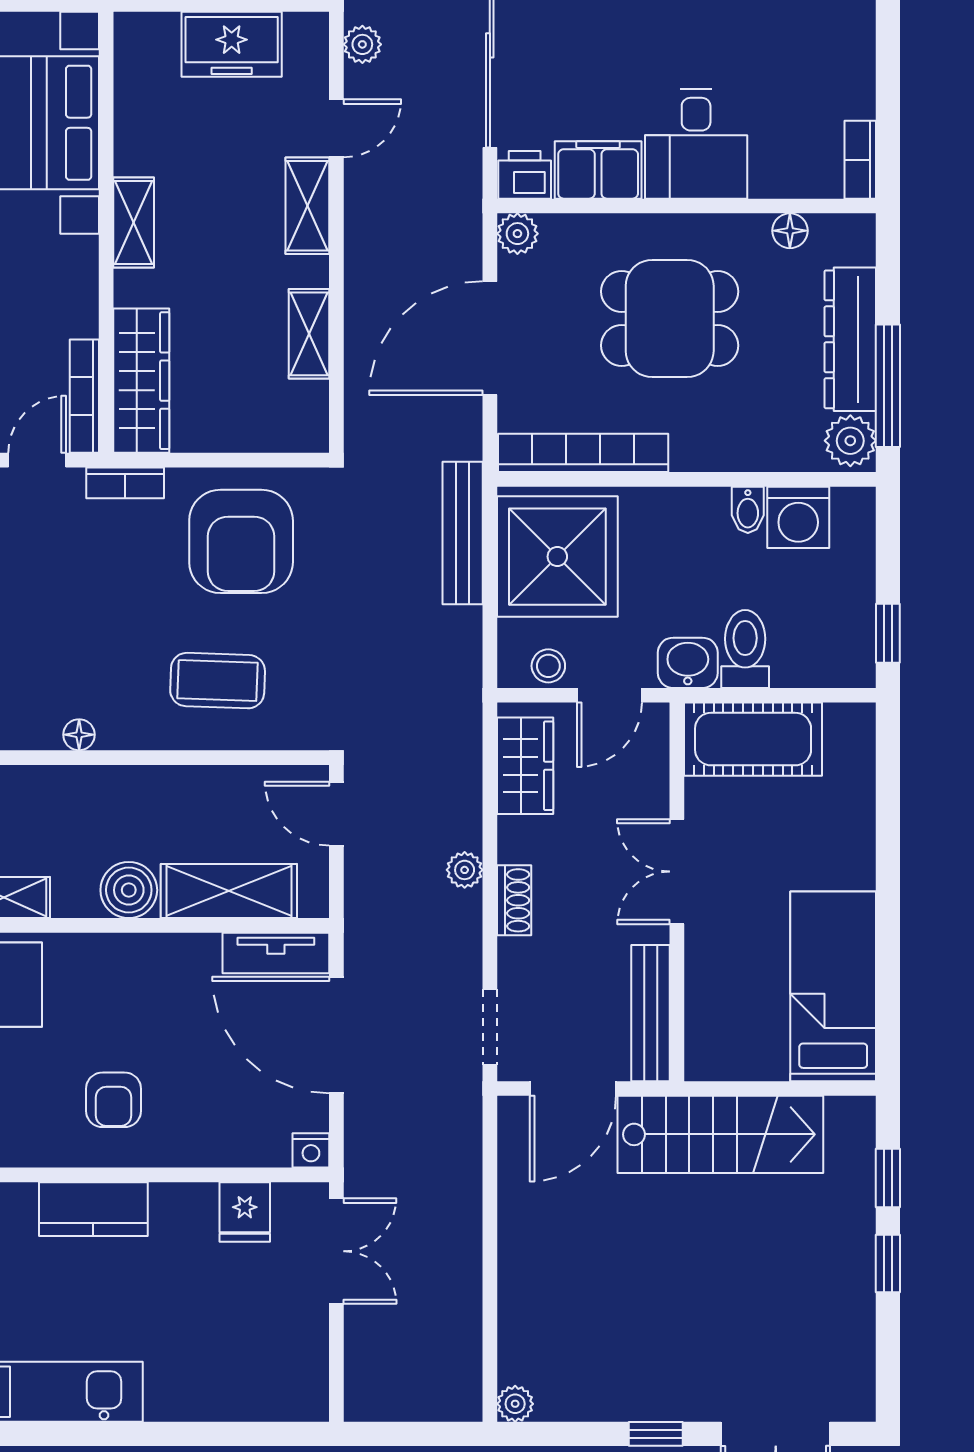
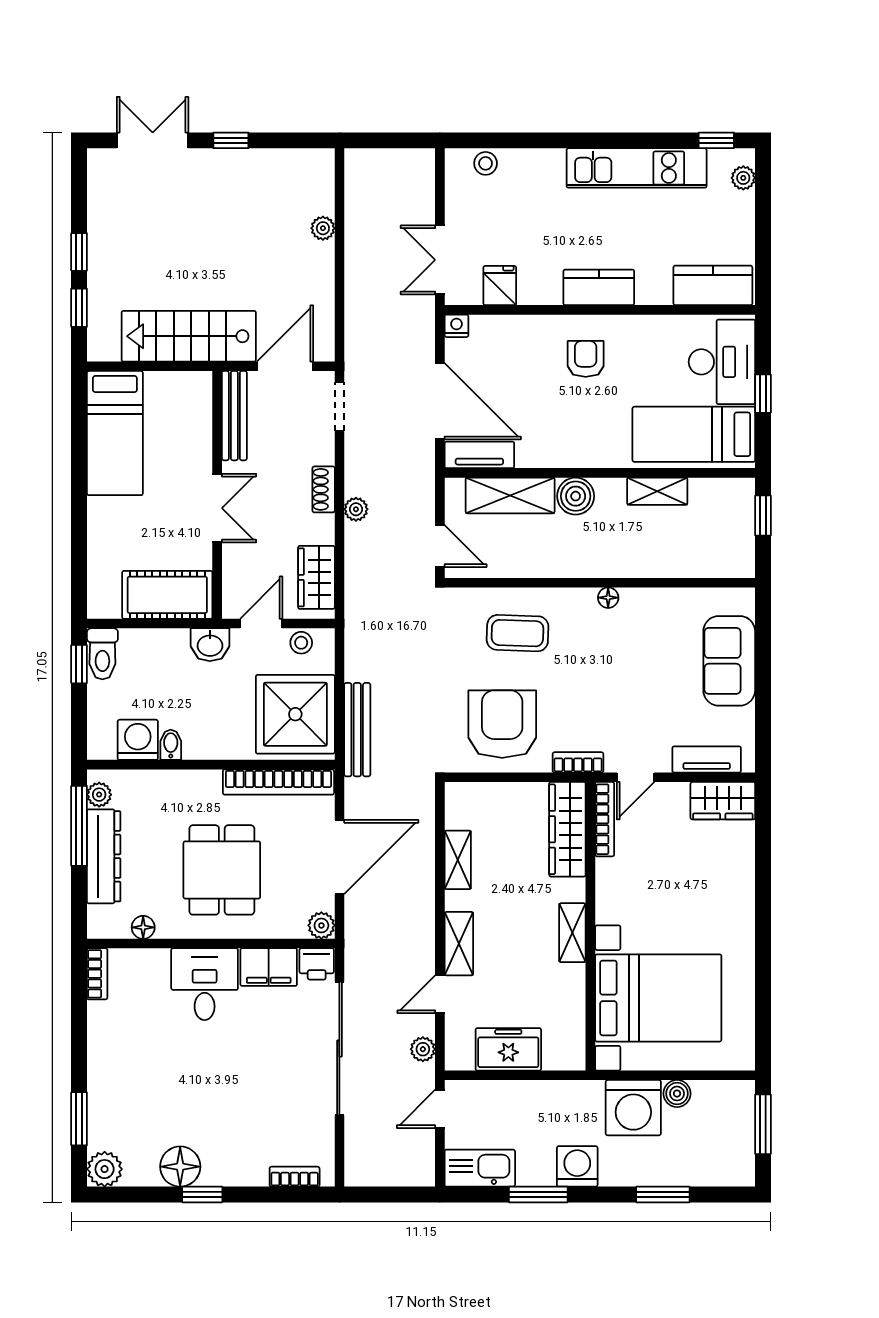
dining table: (670, 318) -> (222, 870), turned 90
plant: (850, 441) -> (99, 795), width x0.73, depth x0.73
toilet: (745, 649) -> (102, 654), moved
stool: (266, 1399) -> (486, 163), added
plant: (515, 1404) -> (323, 228), moved

